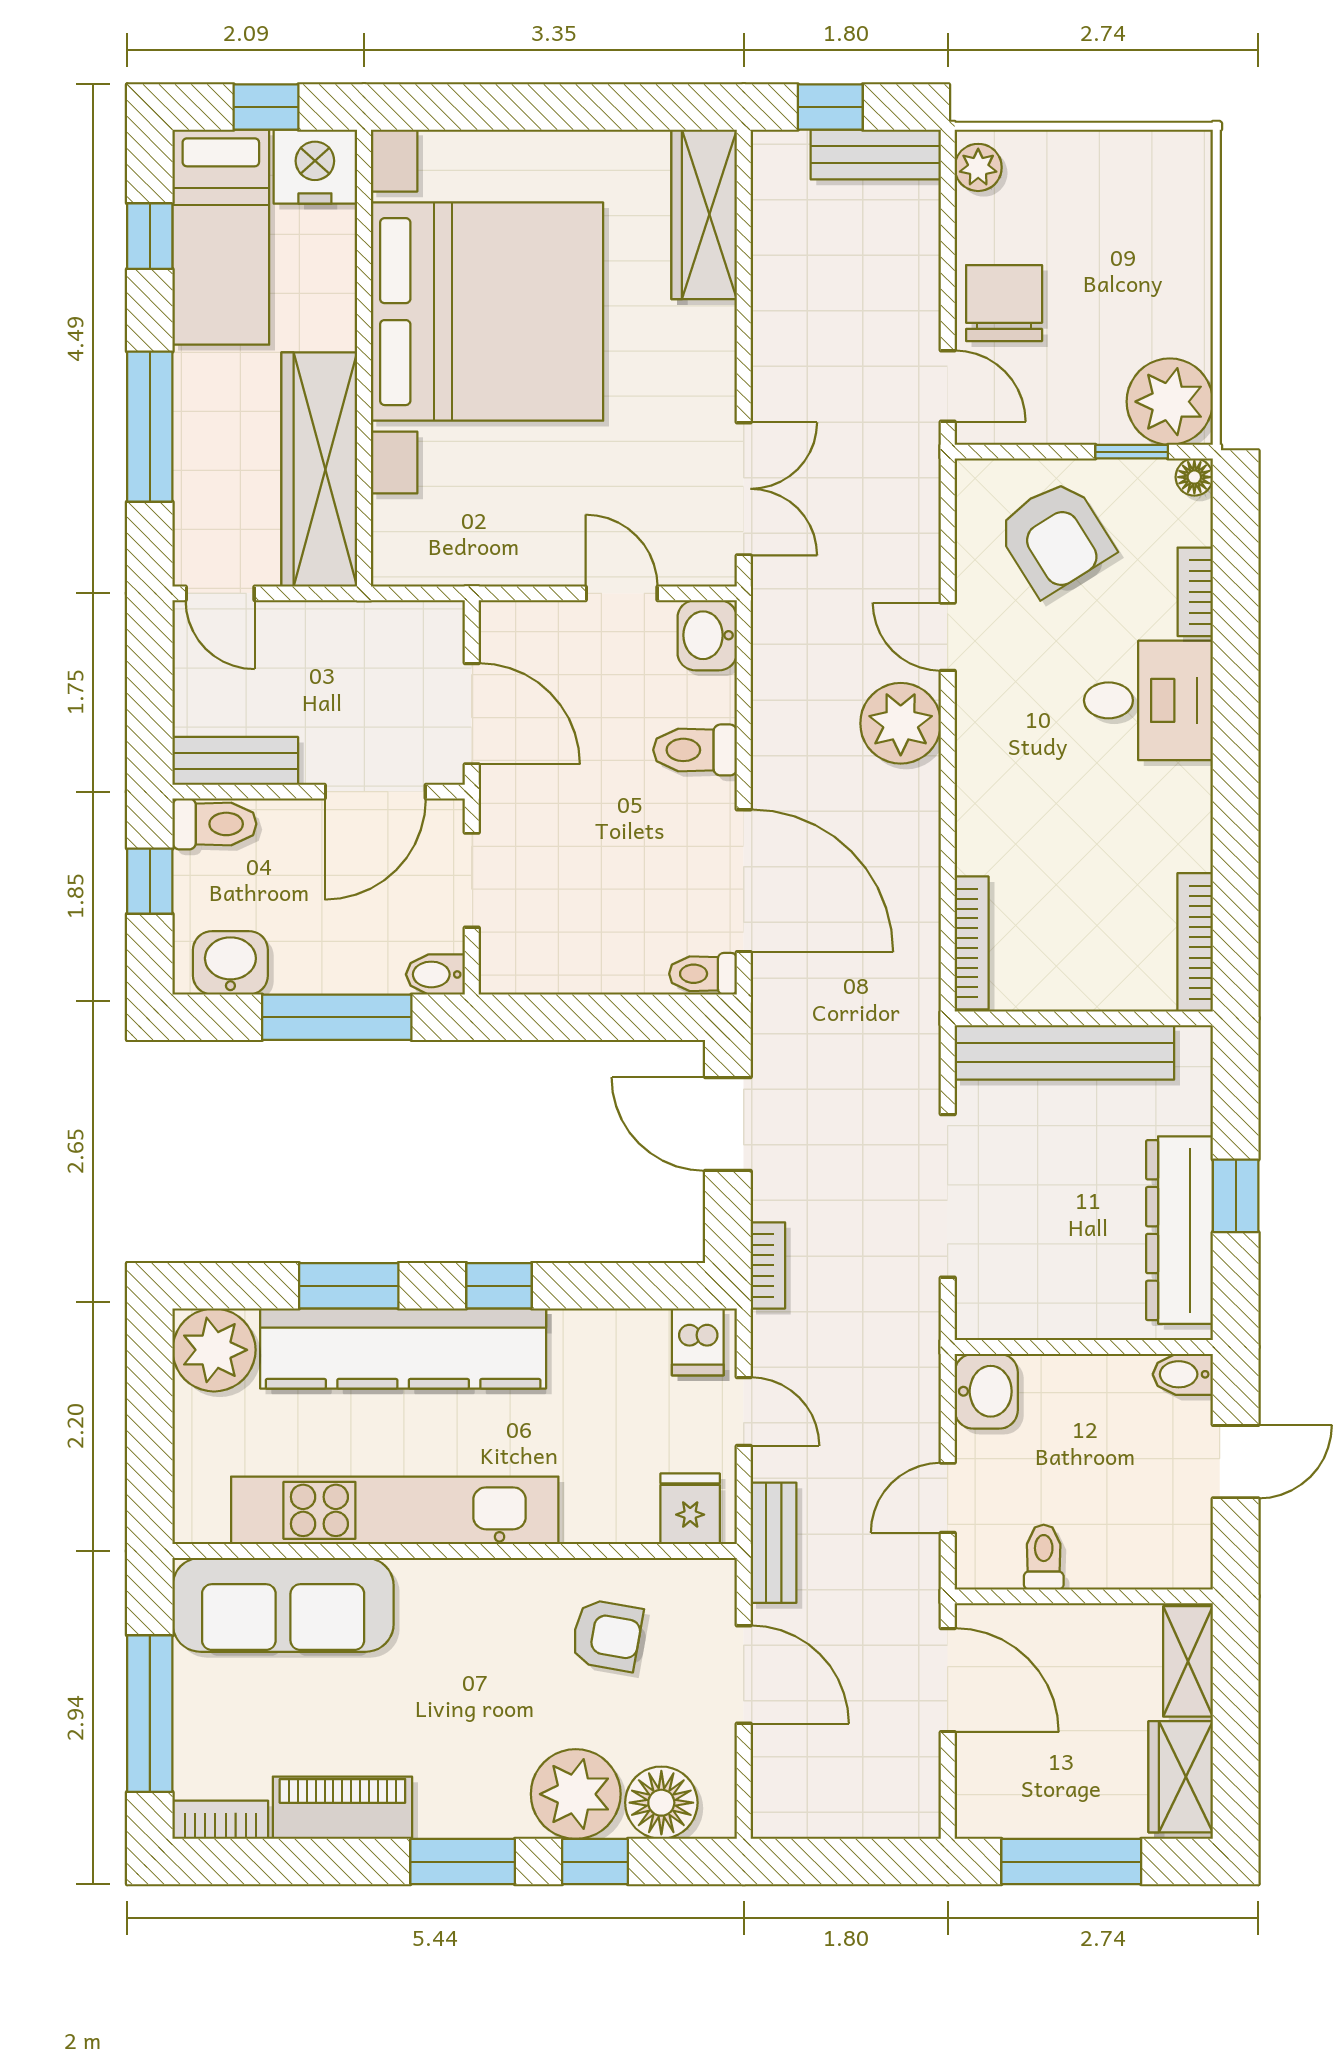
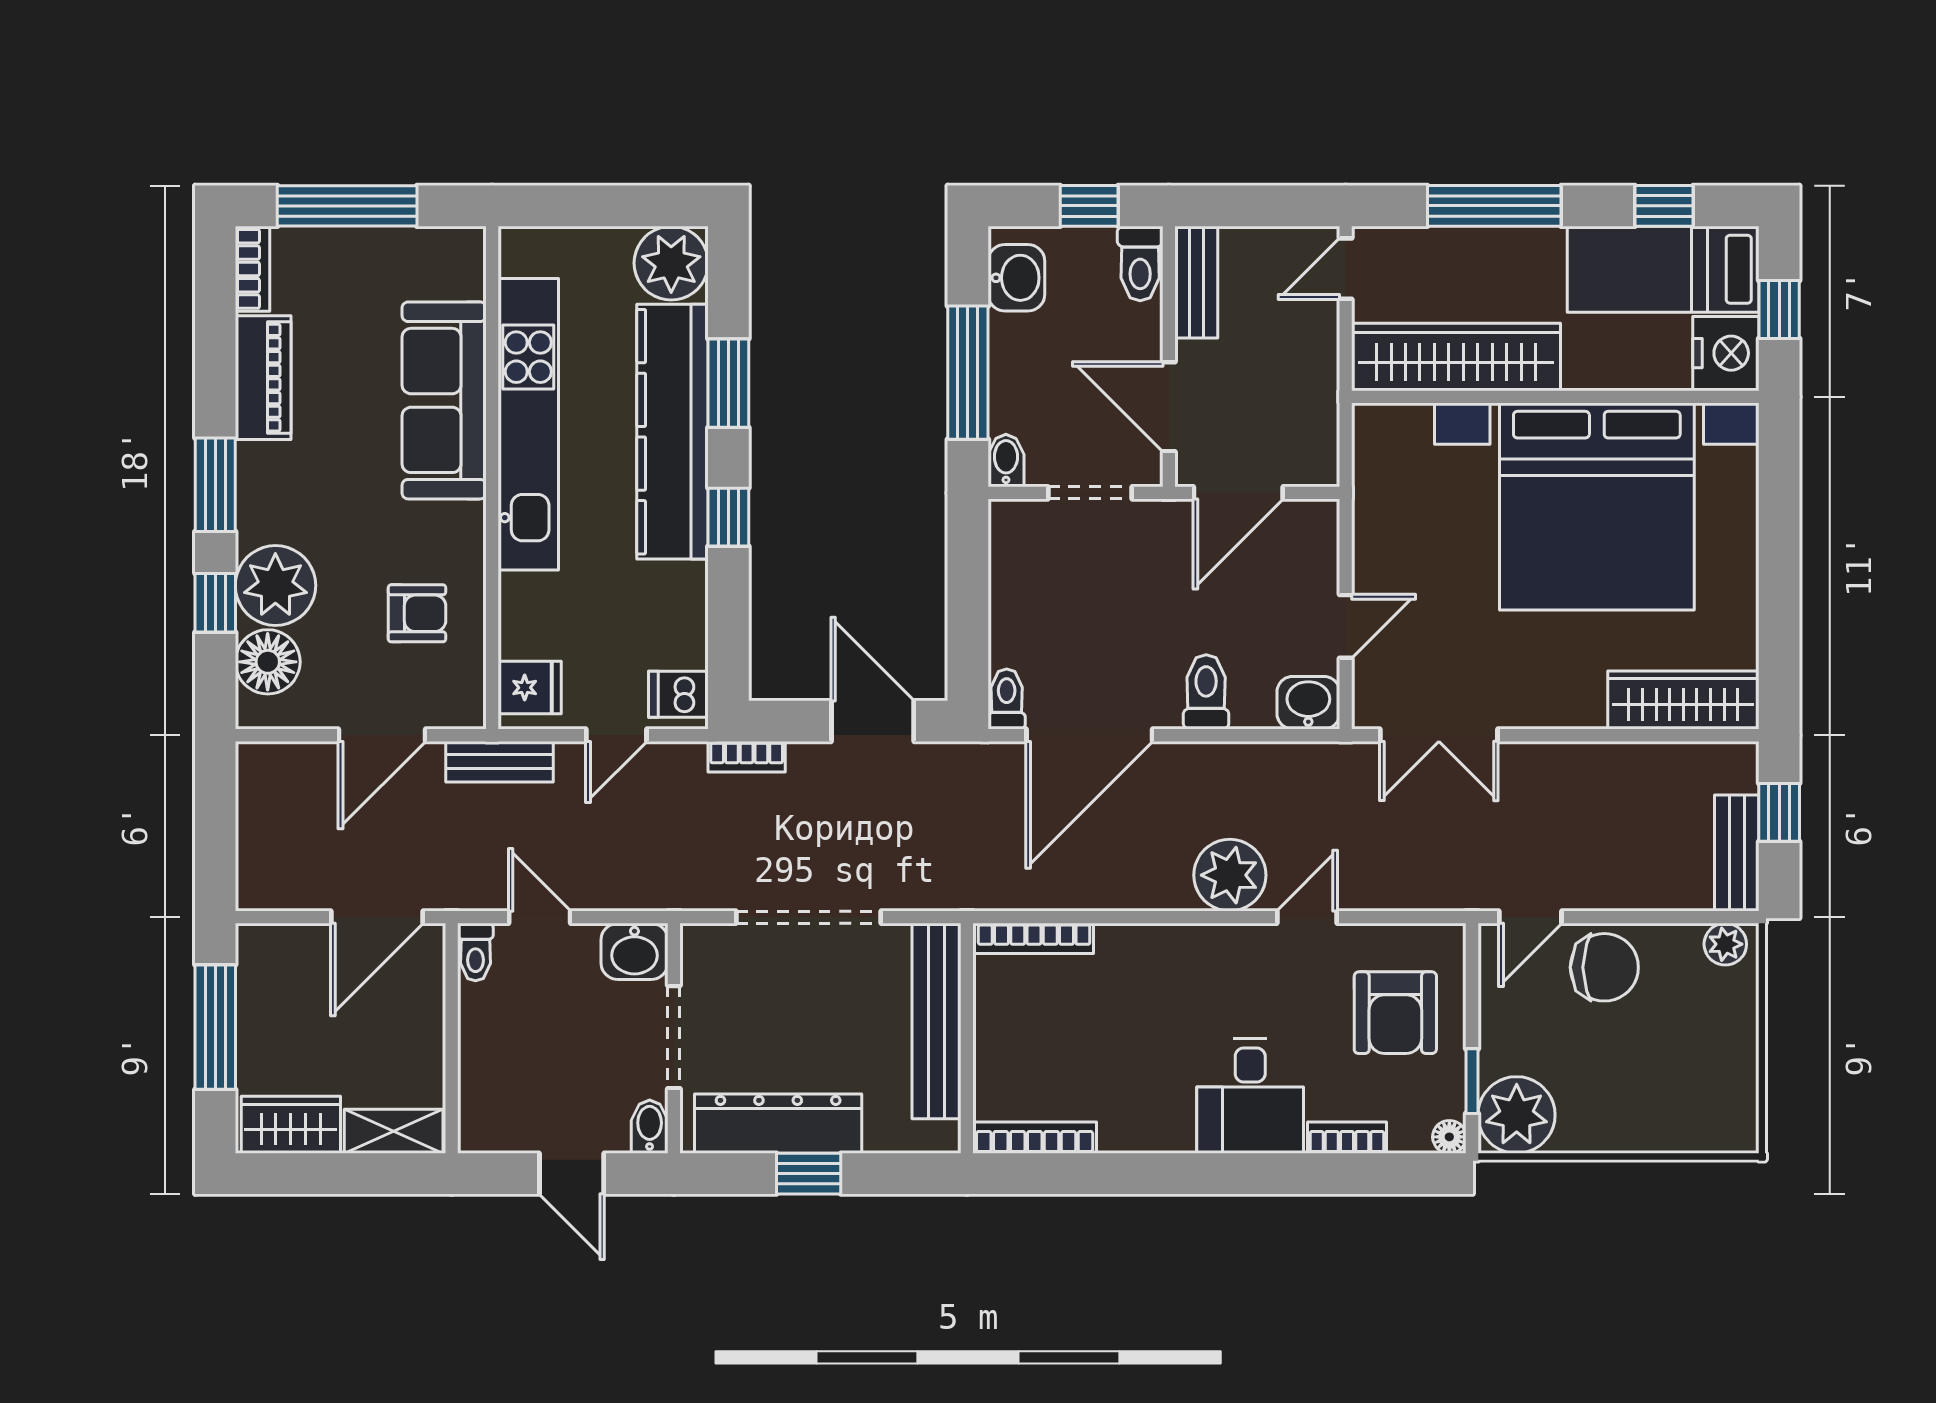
armchair: (1055, 538) -> (1395, 1013), turned -58
door: (728, 1124) -> (873, 721), hinge flipped
doorway: (1082, 1347) -> (674, 1037), added
toilet: (1044, 1557) -> (475, 952), moved, turned 90
sofa: (283, 1605) -> (444, 400), moved
armchair: (607, 1635) -> (417, 613), turned -100

